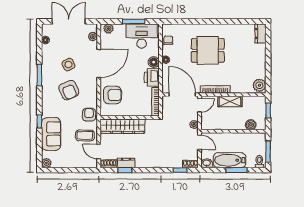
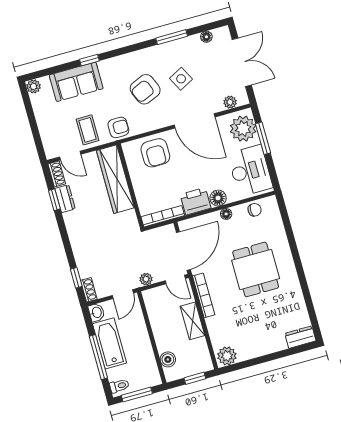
window: (134, 21) -> (263, 138), moved
plant: (108, 29) -> (243, 129), width x1.88, depth x1.88
window: (39, 75) -> (172, 37), moved
door: (99, 152) -> (70, 156), swing flipped
window: (236, 170) -> (98, 357), width x1.44

